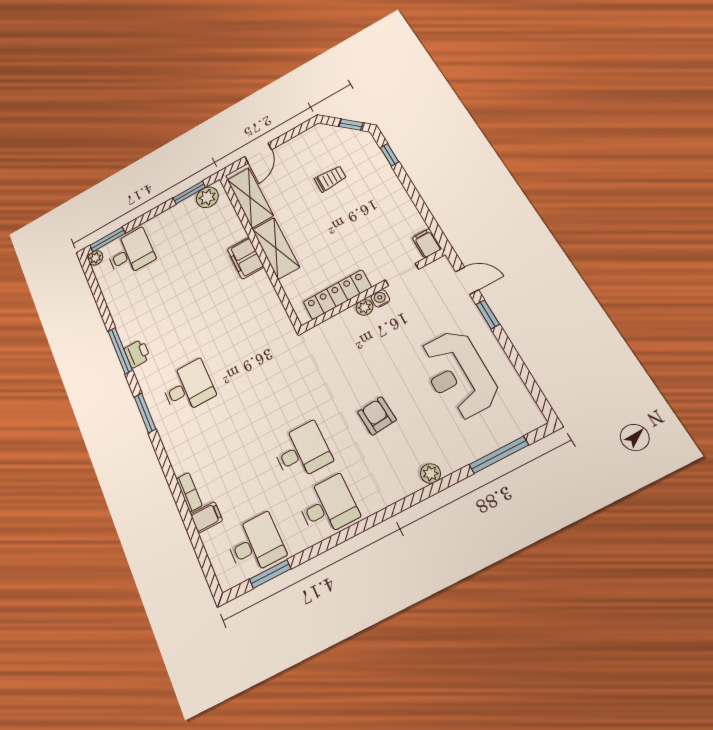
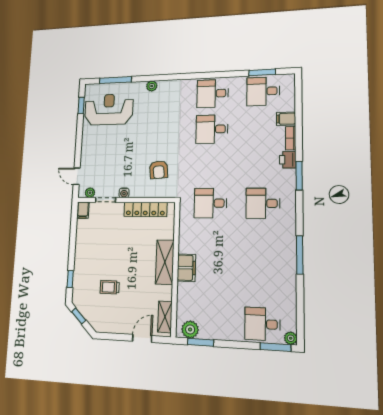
shelving: (250, 198) -> (165, 317), width x0.67, depth x0.75
plant: (365, 307) -> (90, 193), moved
window: (488, 314) -> (81, 105), moved
desk: (254, 351) -> (210, 203), added
printer: (137, 353) -> (288, 160), moved
reception desk: (458, 374) -> (109, 109), moved, turned -90
window: (145, 413) -> (299, 176), moved
armchair: (377, 416) -> (159, 170), moved

